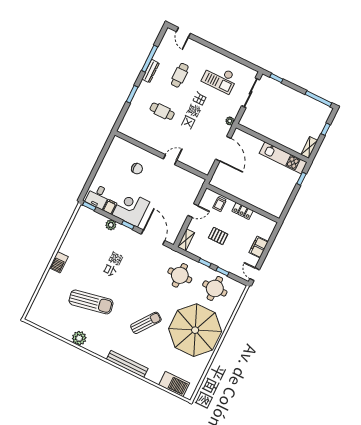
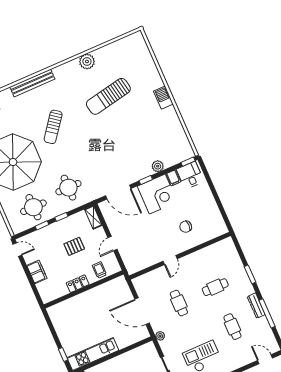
cafe table: (195, 127) -> (179, 303), added

